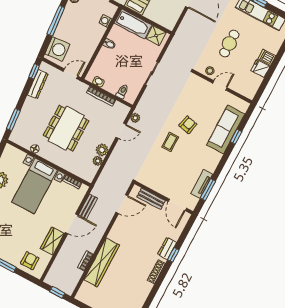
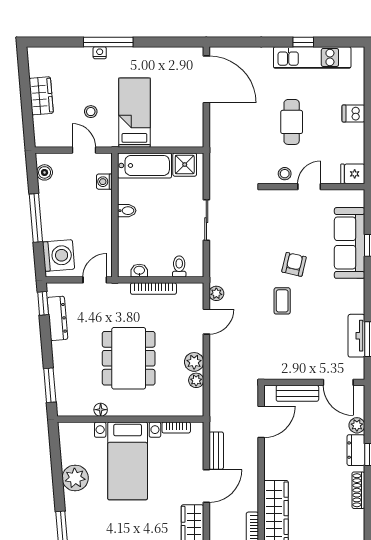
fridge: (260, 69) -> (353, 174), moved
plant: (175, 235) -> (357, 425), added

